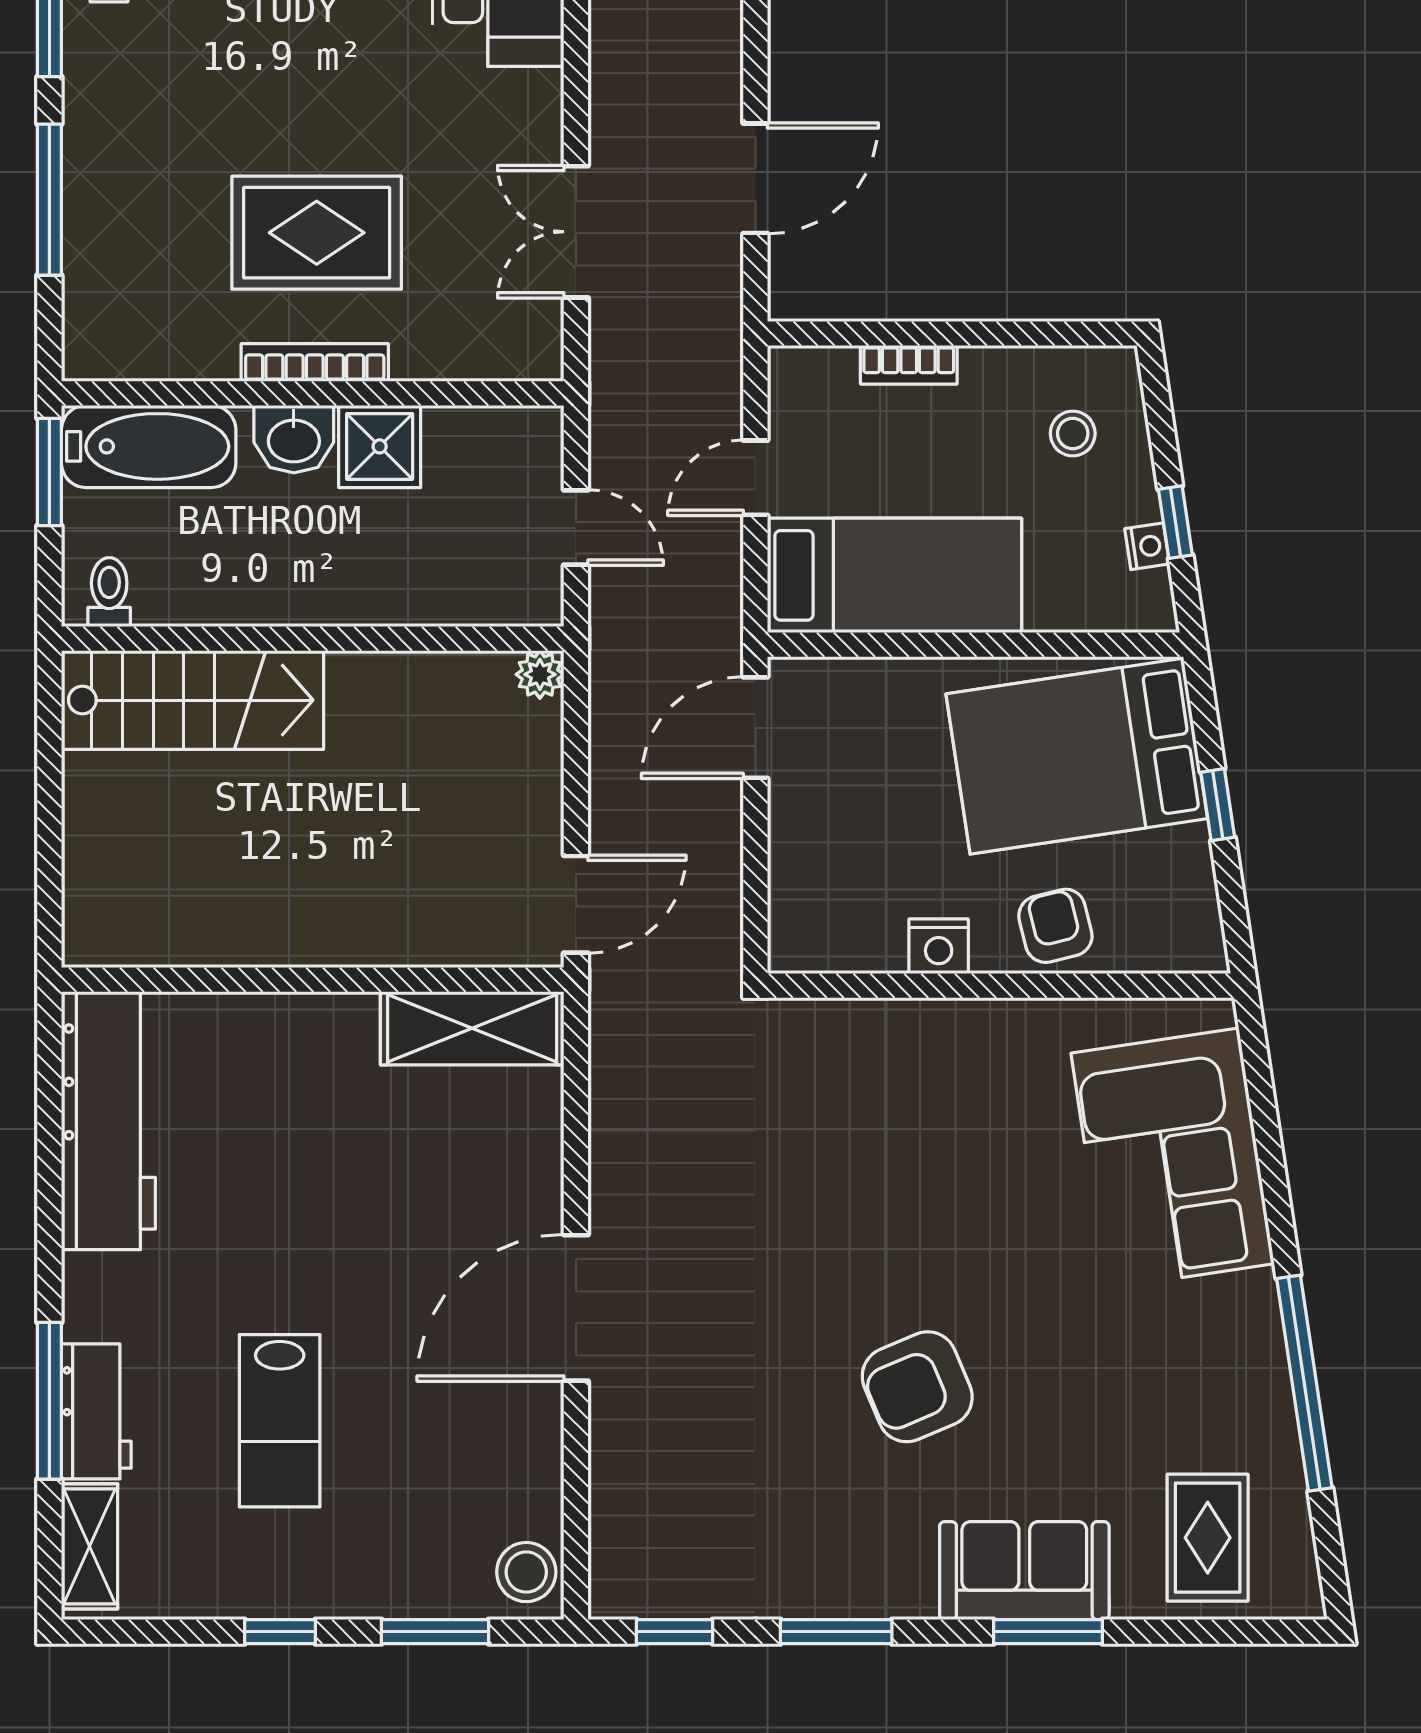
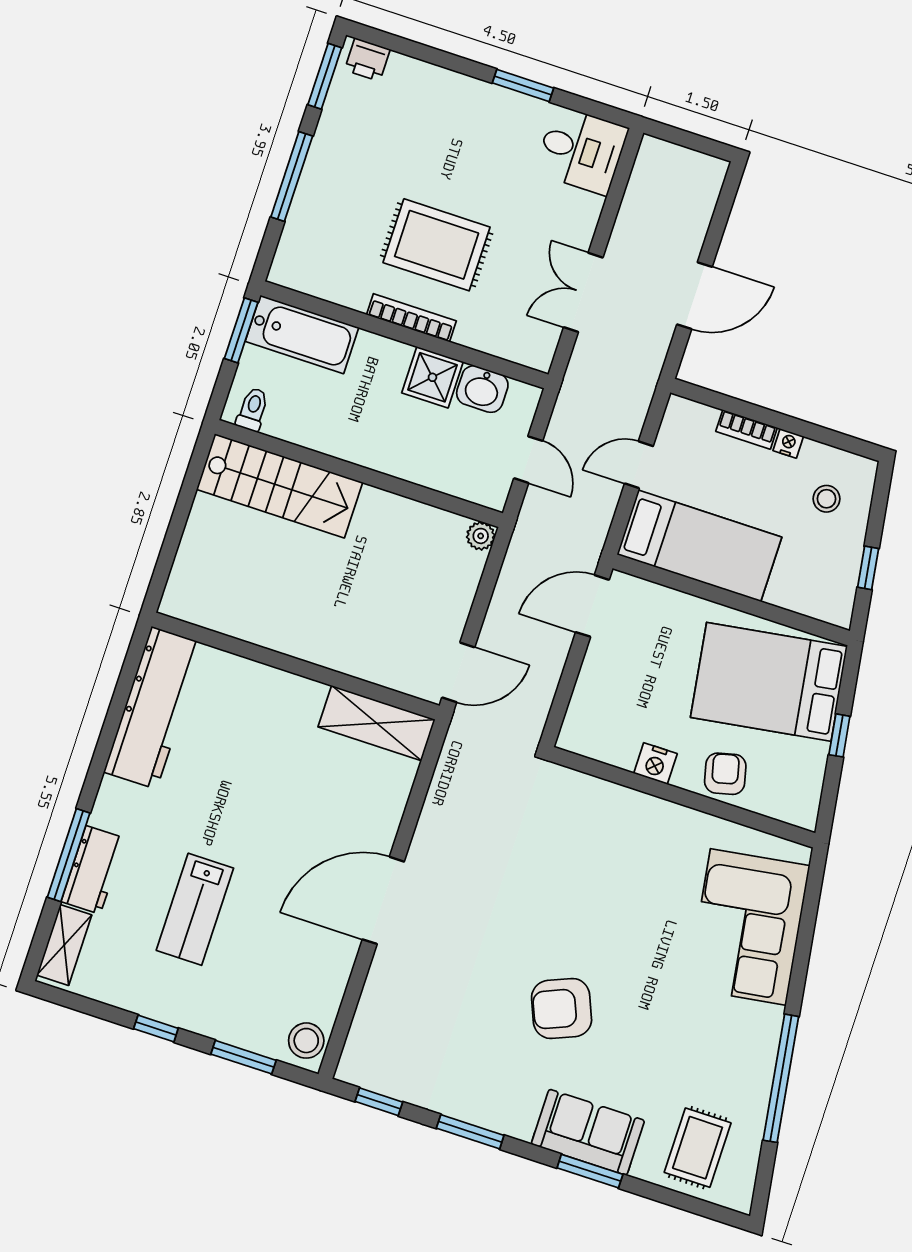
washbasin: (294, 439) -> (482, 389), moved
nightstand: (1147, 546) -> (788, 443), moved, turned -81

